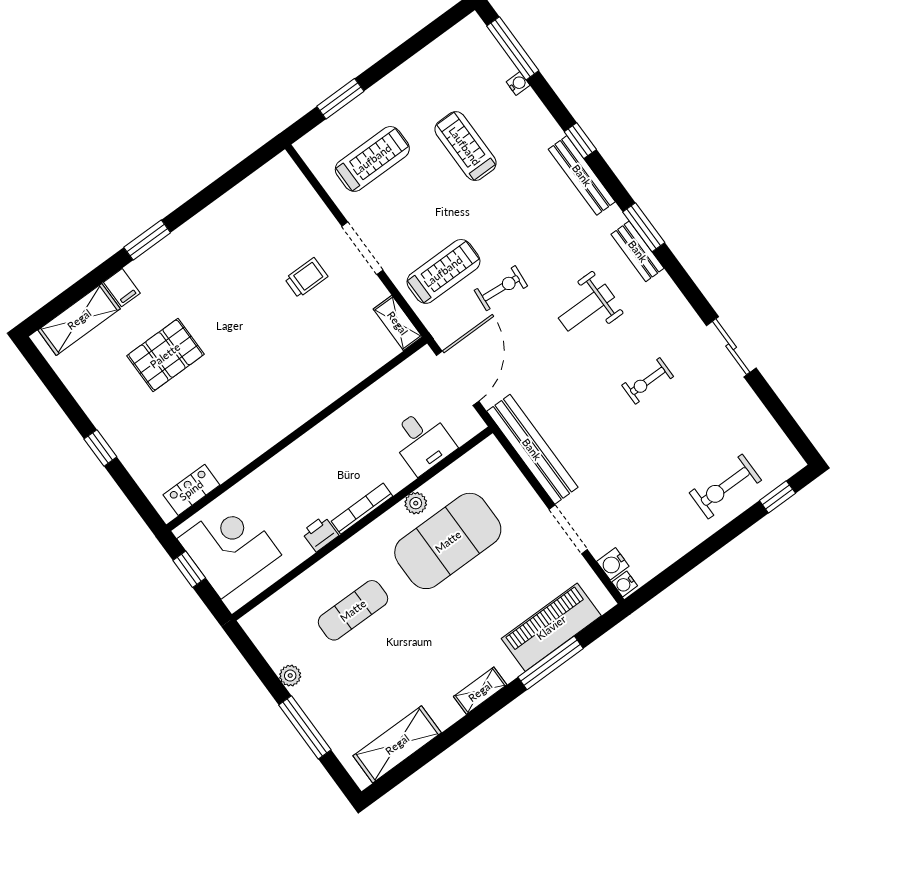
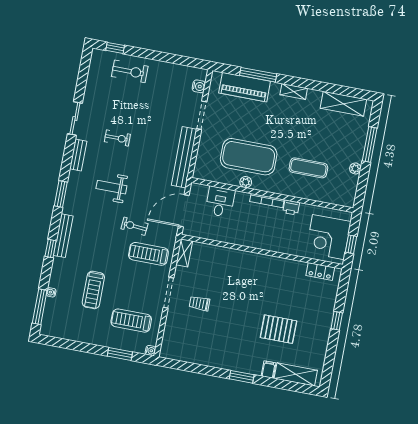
bench: (638, 251) -> (78, 155), moved
weight bench: (586, 308) -> (111, 187), turned 180
water cooler: (625, 584) -> (151, 351), moved

